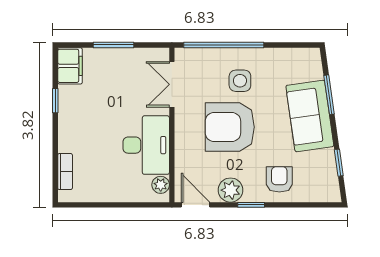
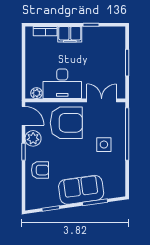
filing cabinet: (70, 66) -> (70, 34), moved
armchair: (230, 127) -> (66, 123), moved, turned 90
door: (196, 205) -> (23, 116), hinge flipped

